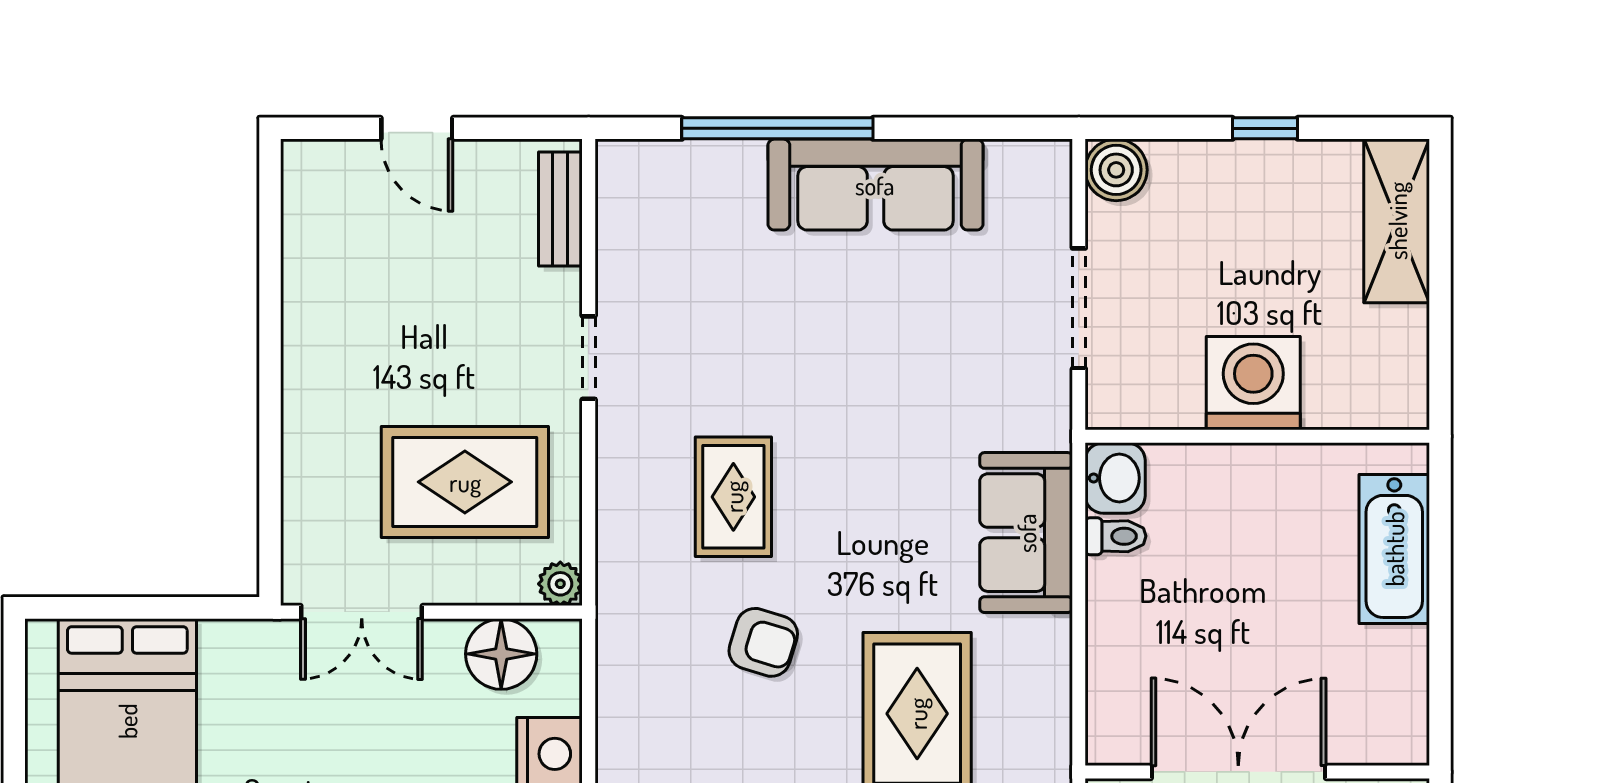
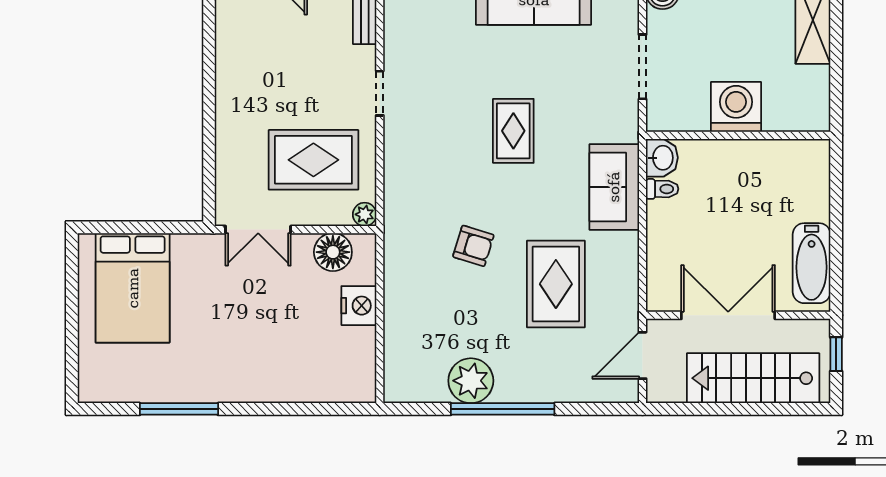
rug: (733, 497) -> (513, 131), moved
bathtub: (1394, 549) -> (812, 263), moved

